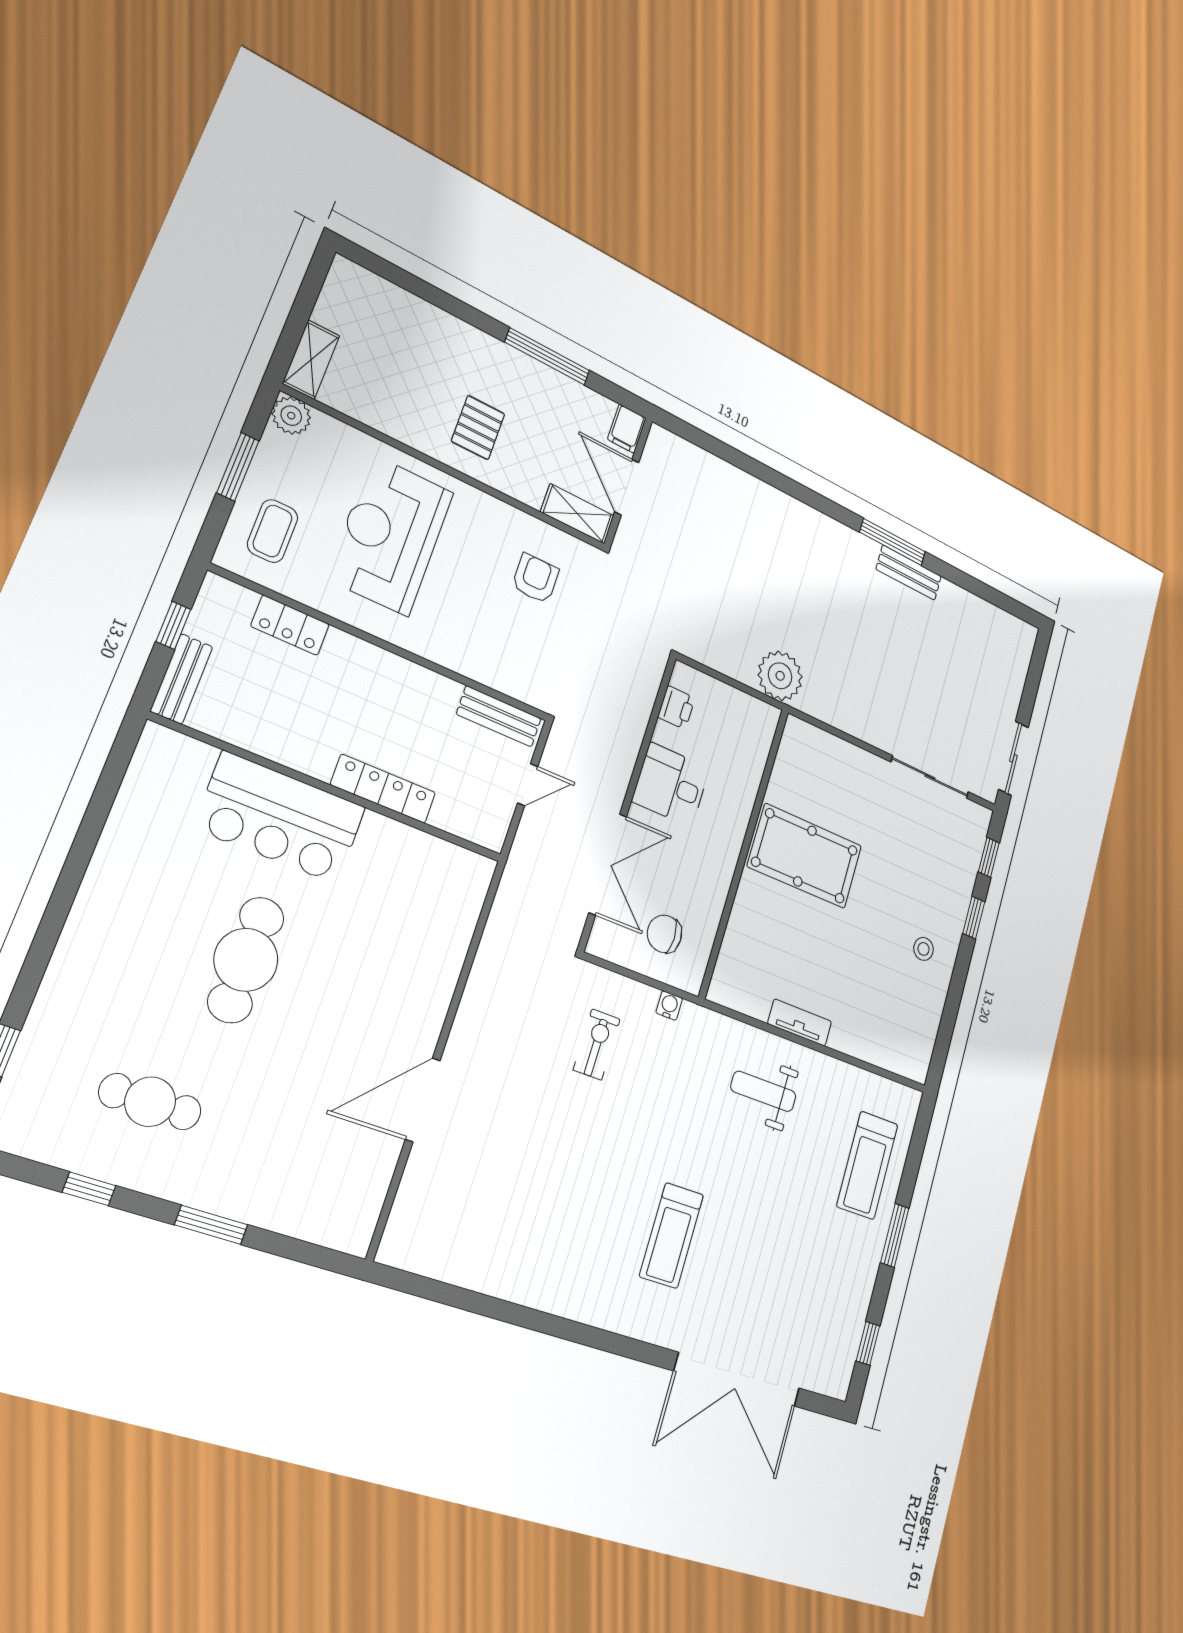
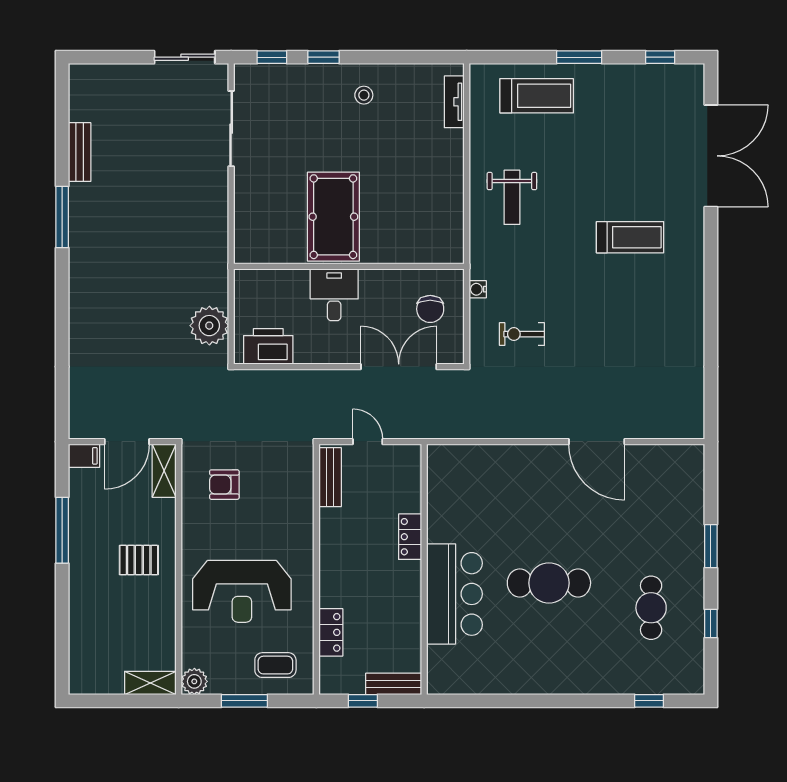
bench: (909, 573) -> (80, 152), moved
plant: (780, 676) -> (209, 326), moved
printer: (676, 707) -> (268, 346), width x1.87, depth x1.48
desk: (671, 785) -> (334, 295), moved, turned 180
locker: (383, 789) -> (410, 537), width x0.66
tv unit: (800, 1023) -> (454, 102), moved

